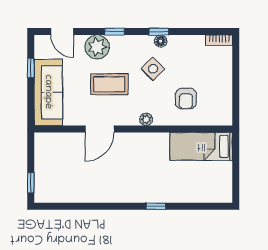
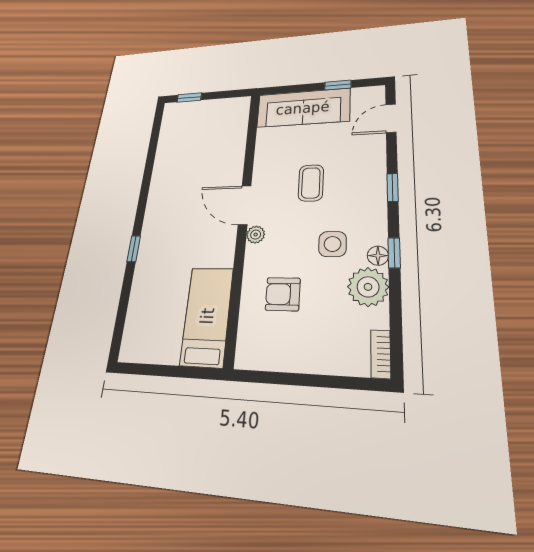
plant: (97, 47) -> (368, 287), moved
side table: (153, 69) -> (332, 244), turned 45
coffee table: (109, 84) -> (311, 183), width x0.73, depth x0.77
door: (100, 129) -> (245, 205), moved

